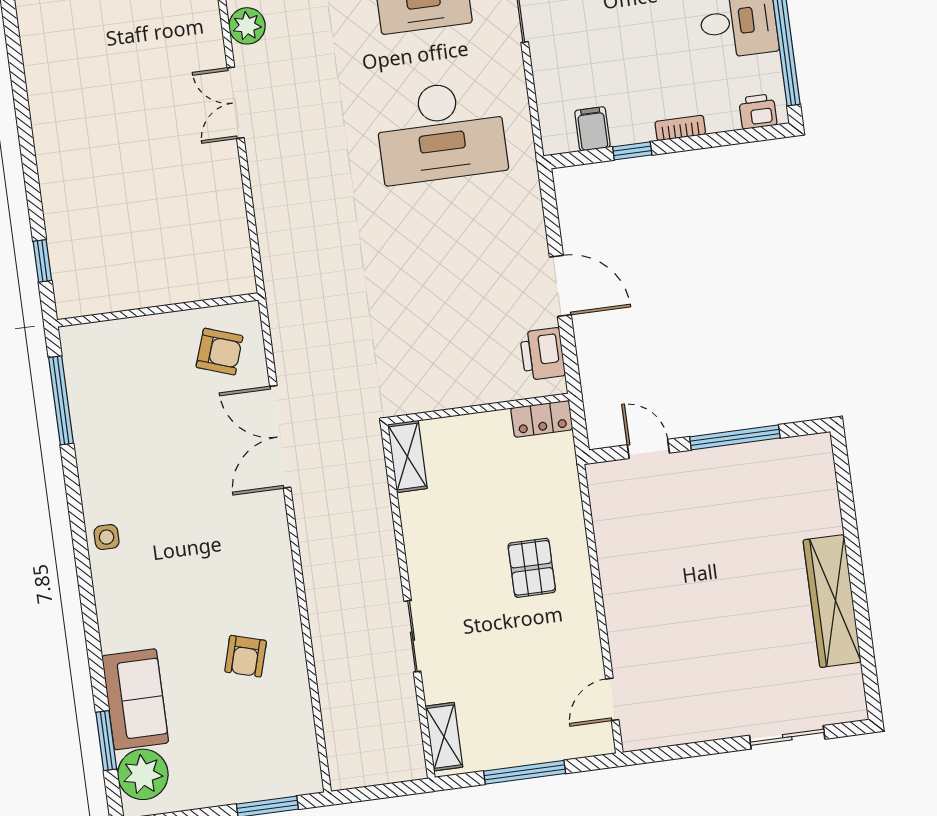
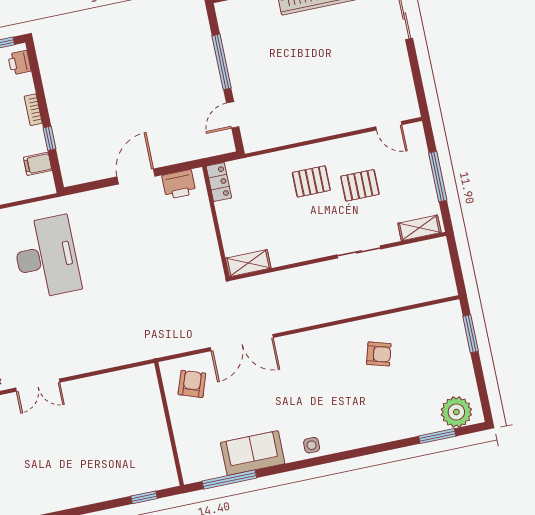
pallet: (520, 646) -> (360, 185), added
sofa: (135, 699) -> (253, 453), moved

